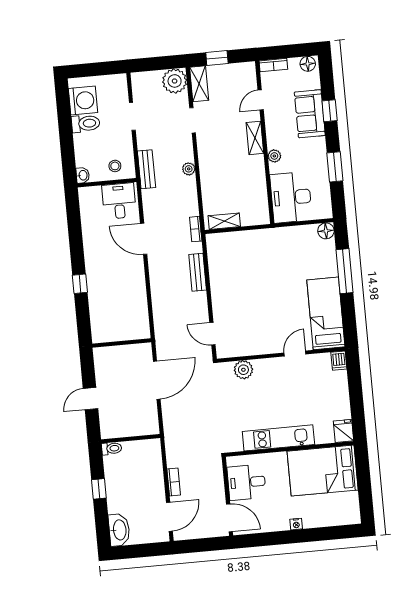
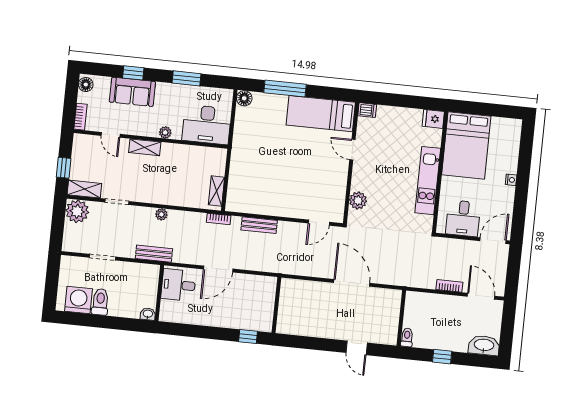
stool: (115, 166) -> (145, 282), removed
wall: (122, 343) -> (276, 305), moved

